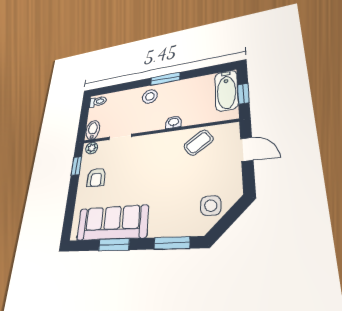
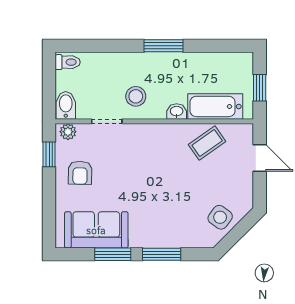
bathtub: (226, 90) -> (215, 106), moved, turned 90
stool: (150, 96) -> (136, 96), moved
side table: (211, 206) -> (220, 217), turned 36
sofa: (112, 223) -> (96, 230), width x0.73
window: (172, 243) -> (162, 254), moved

